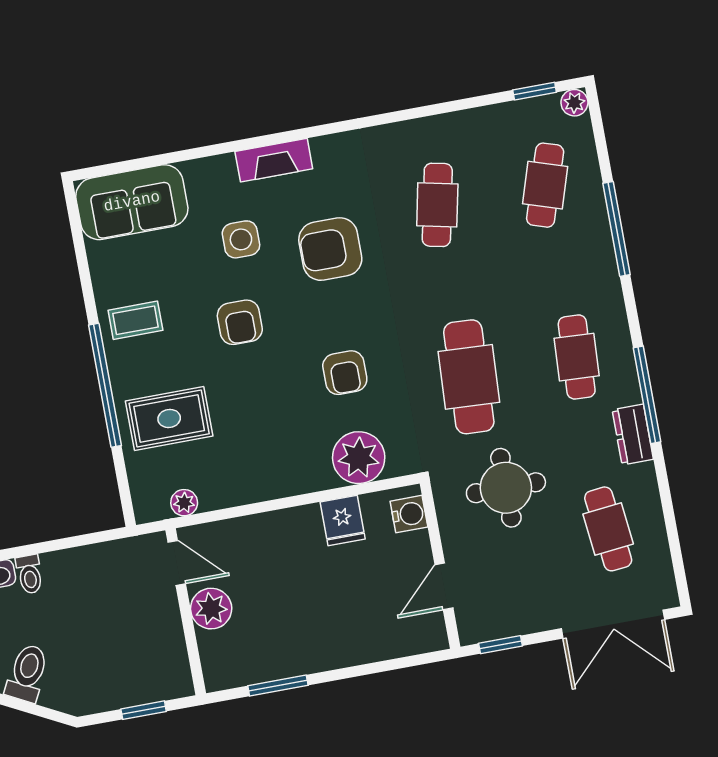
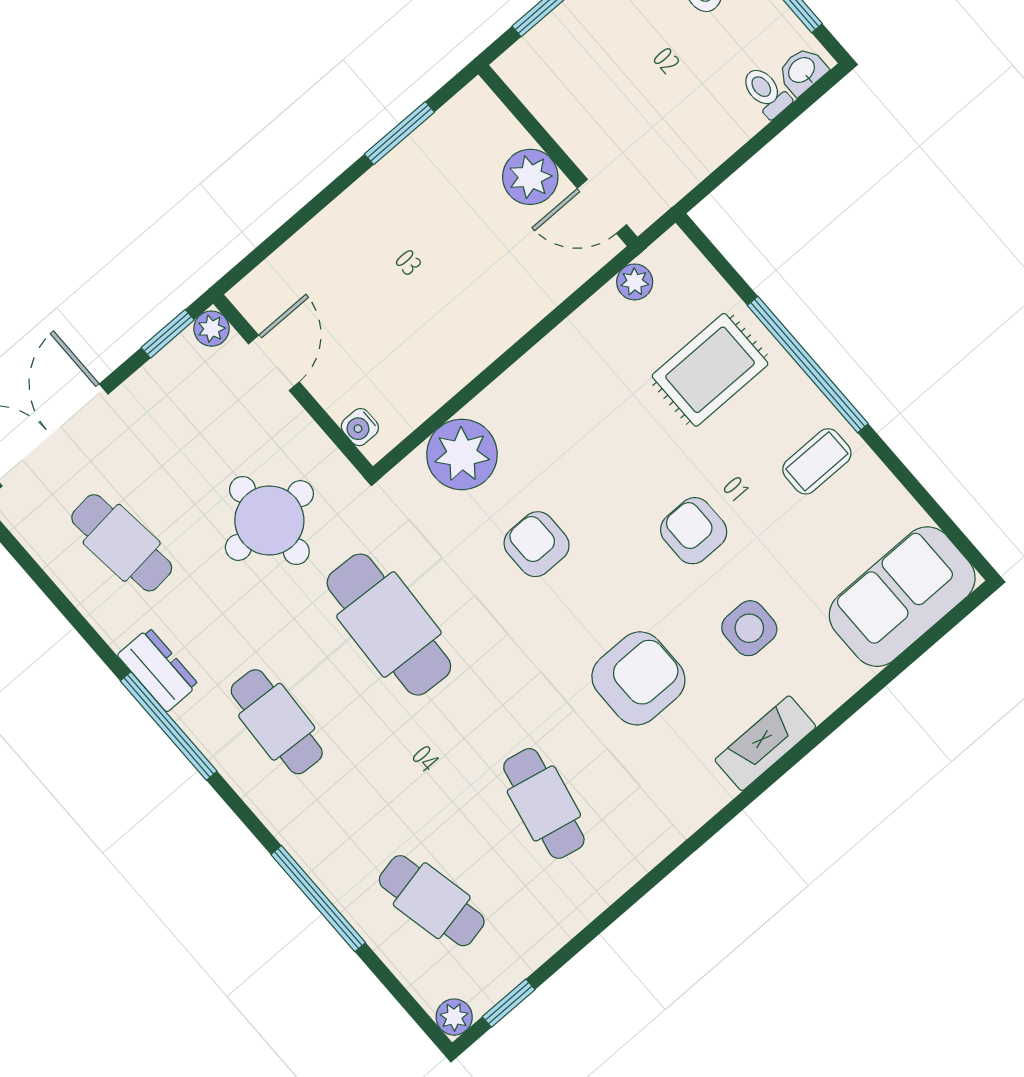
cafe table: (545, 185) -> (432, 901), turned -30
water cooler: (409, 514) -> (360, 427), width x0.72, depth x0.72
fridge: (343, 521) -> (437, 370), removed
plant: (471, 632) -> (211, 329), added

